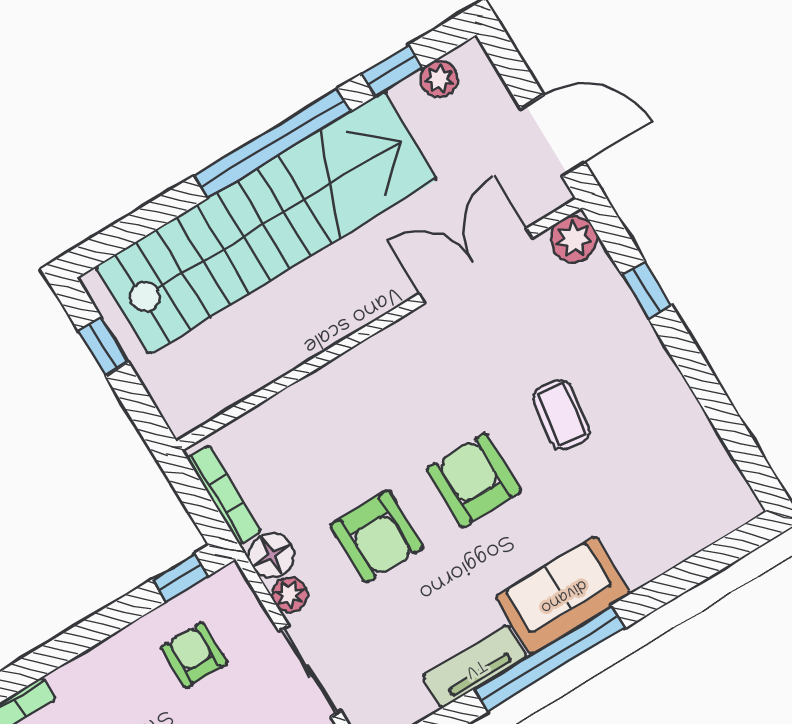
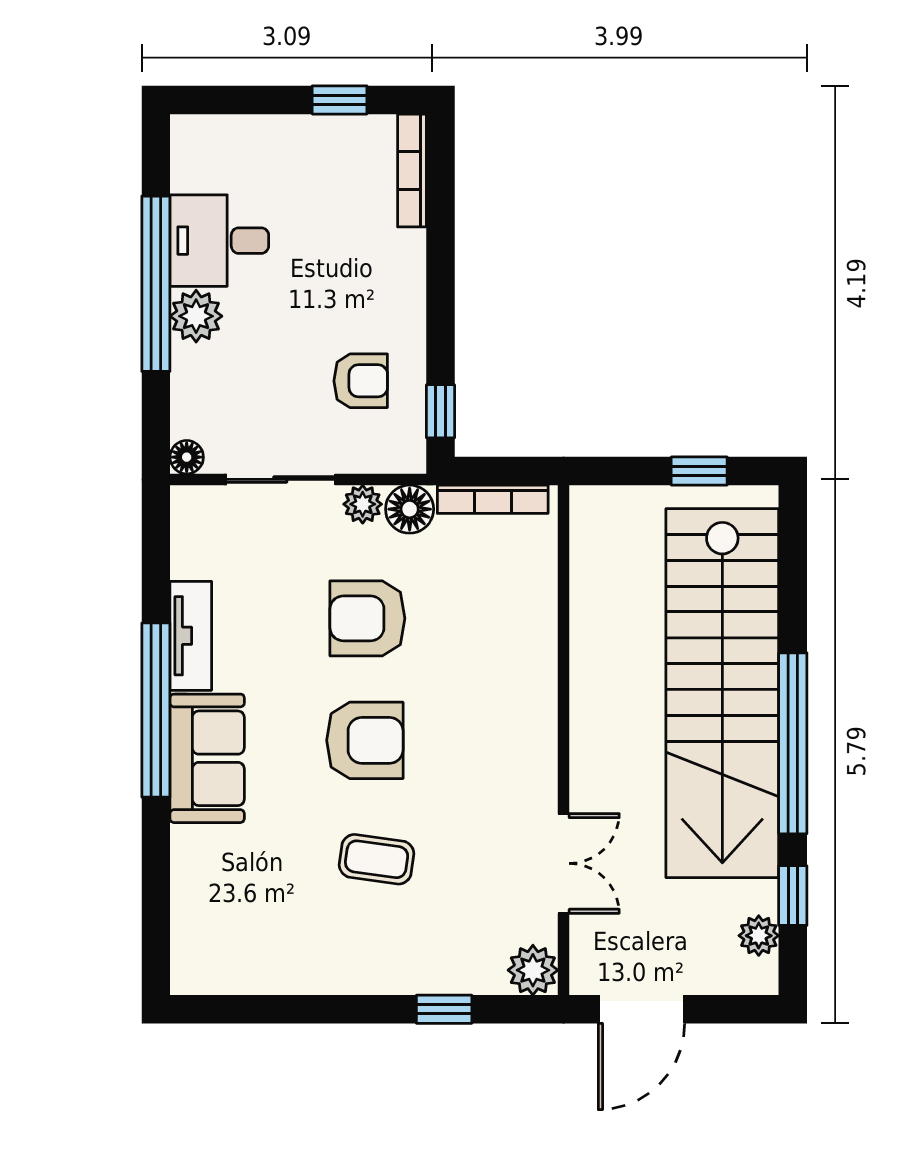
double door: (476, 266) -> (564, 863), width x0.73

